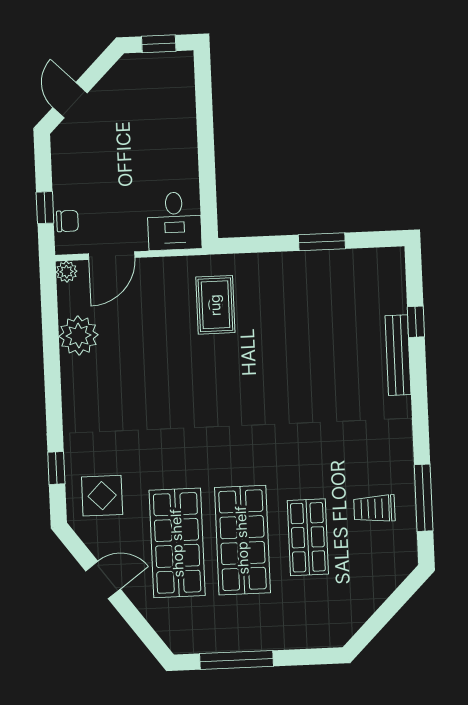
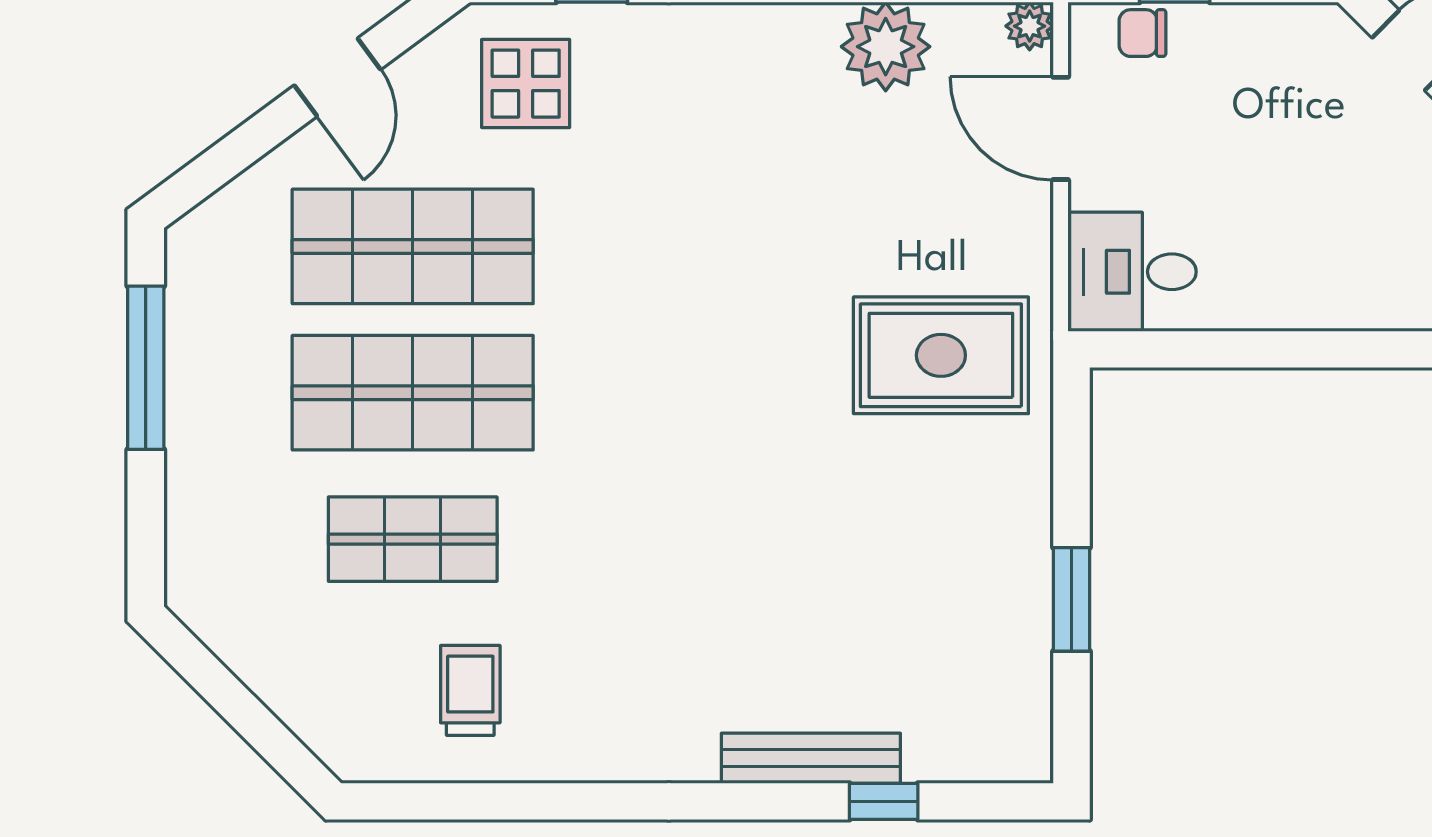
chair: (67, 221) -> (1142, 33), turned 90
rug: (215, 305) -> (941, 355), width x1.36, depth x1.43
window: (424, 498) -> (490, 801), removed

